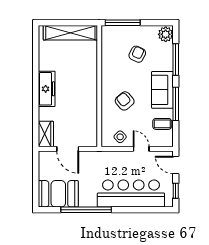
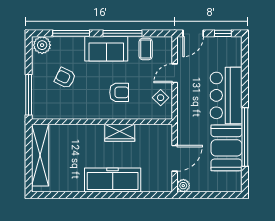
freezer: (47, 89) -> (113, 180), width x1.36, depth x1.26
armchair: (125, 101) -> (119, 92), turned -140
wardrobe: (46, 134) -> (120, 133), moved, turned 180
plant: (44, 156) -> (183, 186), added
booth: (58, 194) -> (226, 148), moved
bar counter: (131, 194) -> (226, 95), width x0.73

